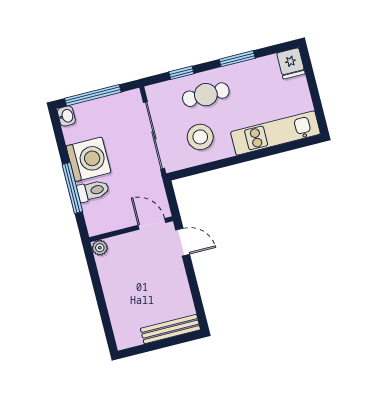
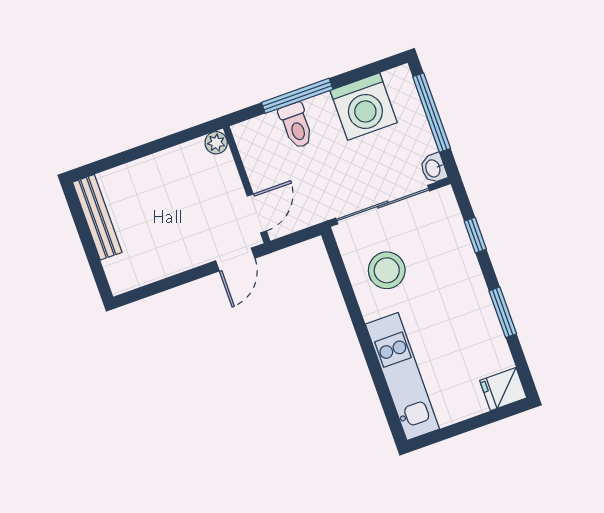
cafe table: (206, 95) -> (448, 273), removed
washbasin: (66, 116) -> (433, 168), moved, turned 90
washing machine: (89, 159) -> (364, 106), moved
bench: (170, 329) -> (97, 217), moved

